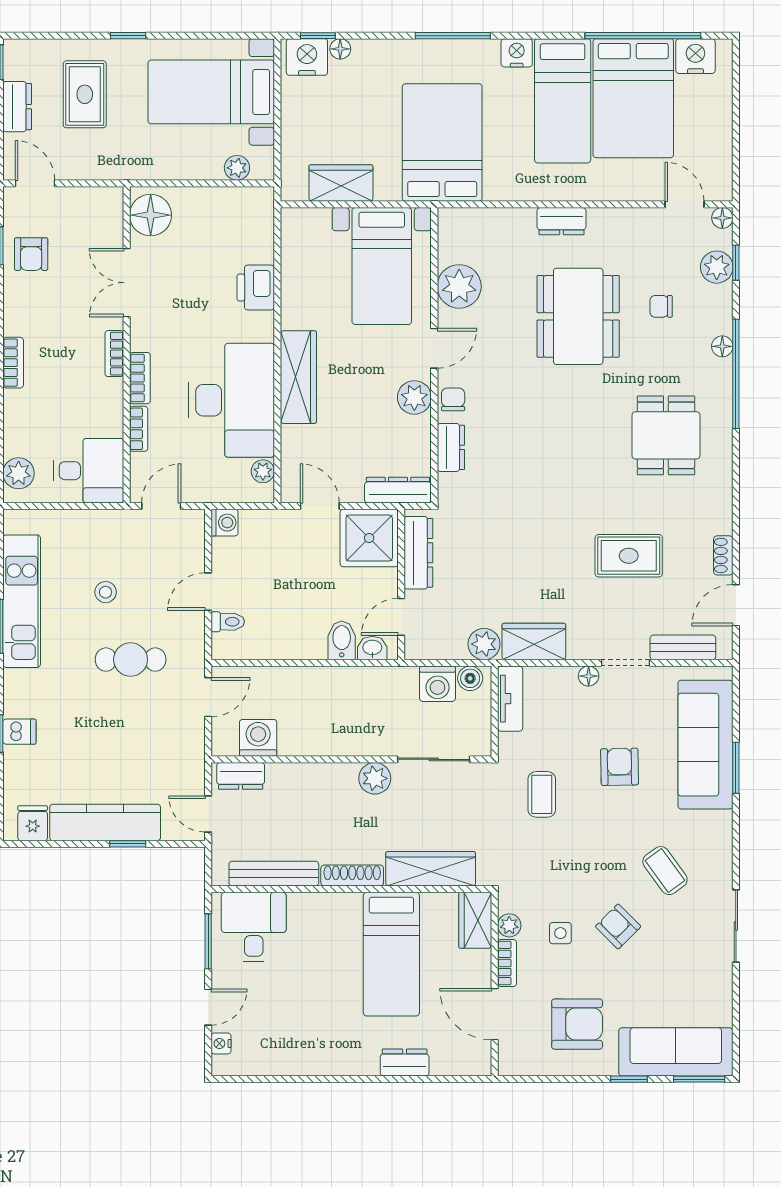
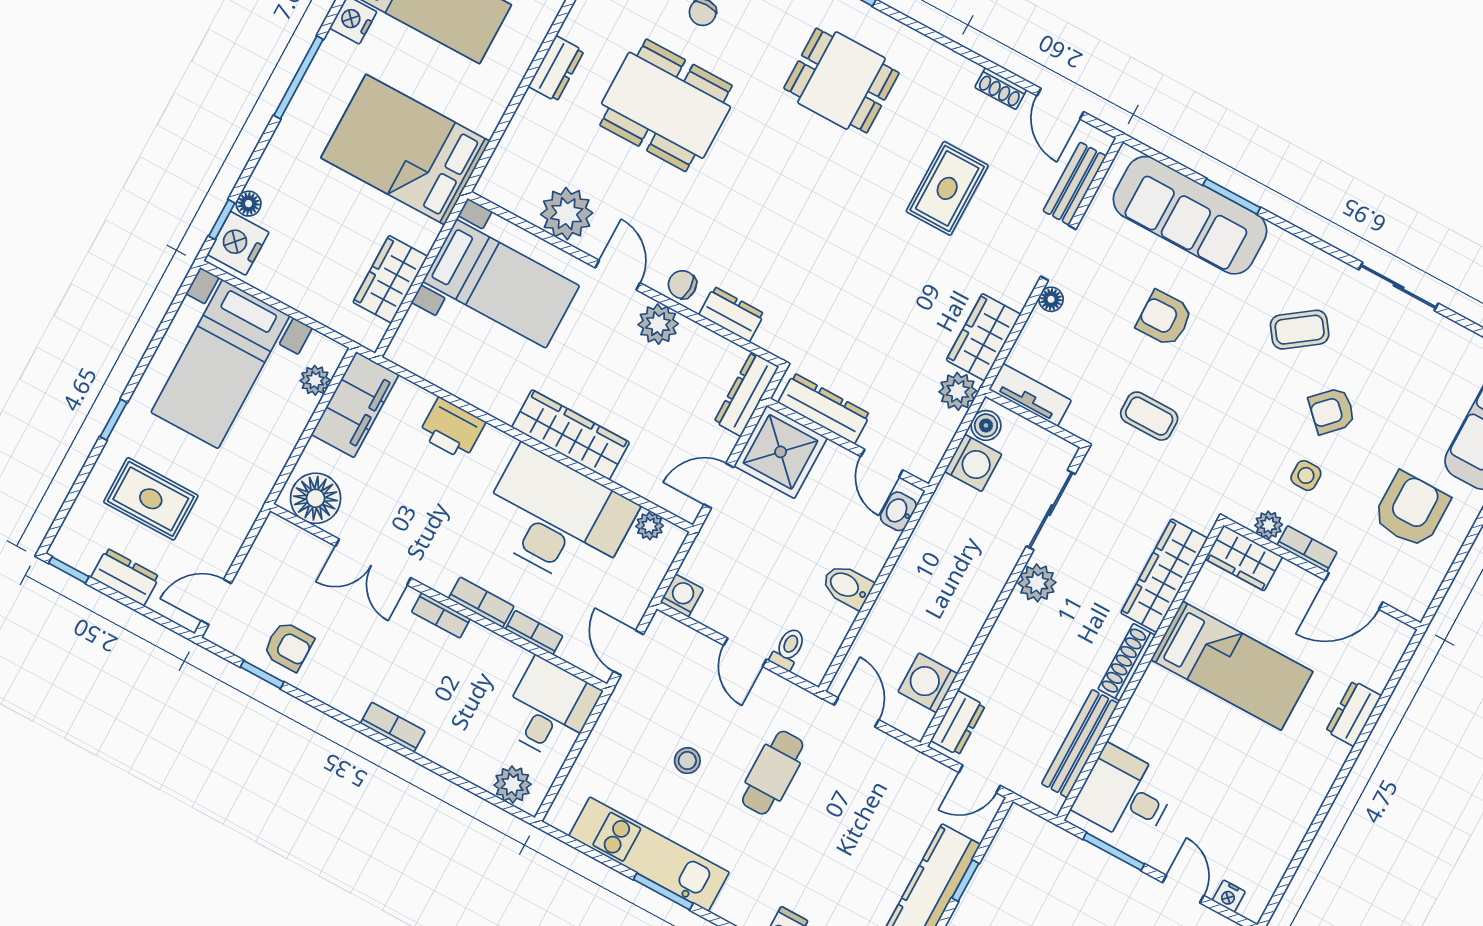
filing cabinet: (235, 207) -> (355, 405), added
bidet: (342, 640) -> (847, 586), moved

